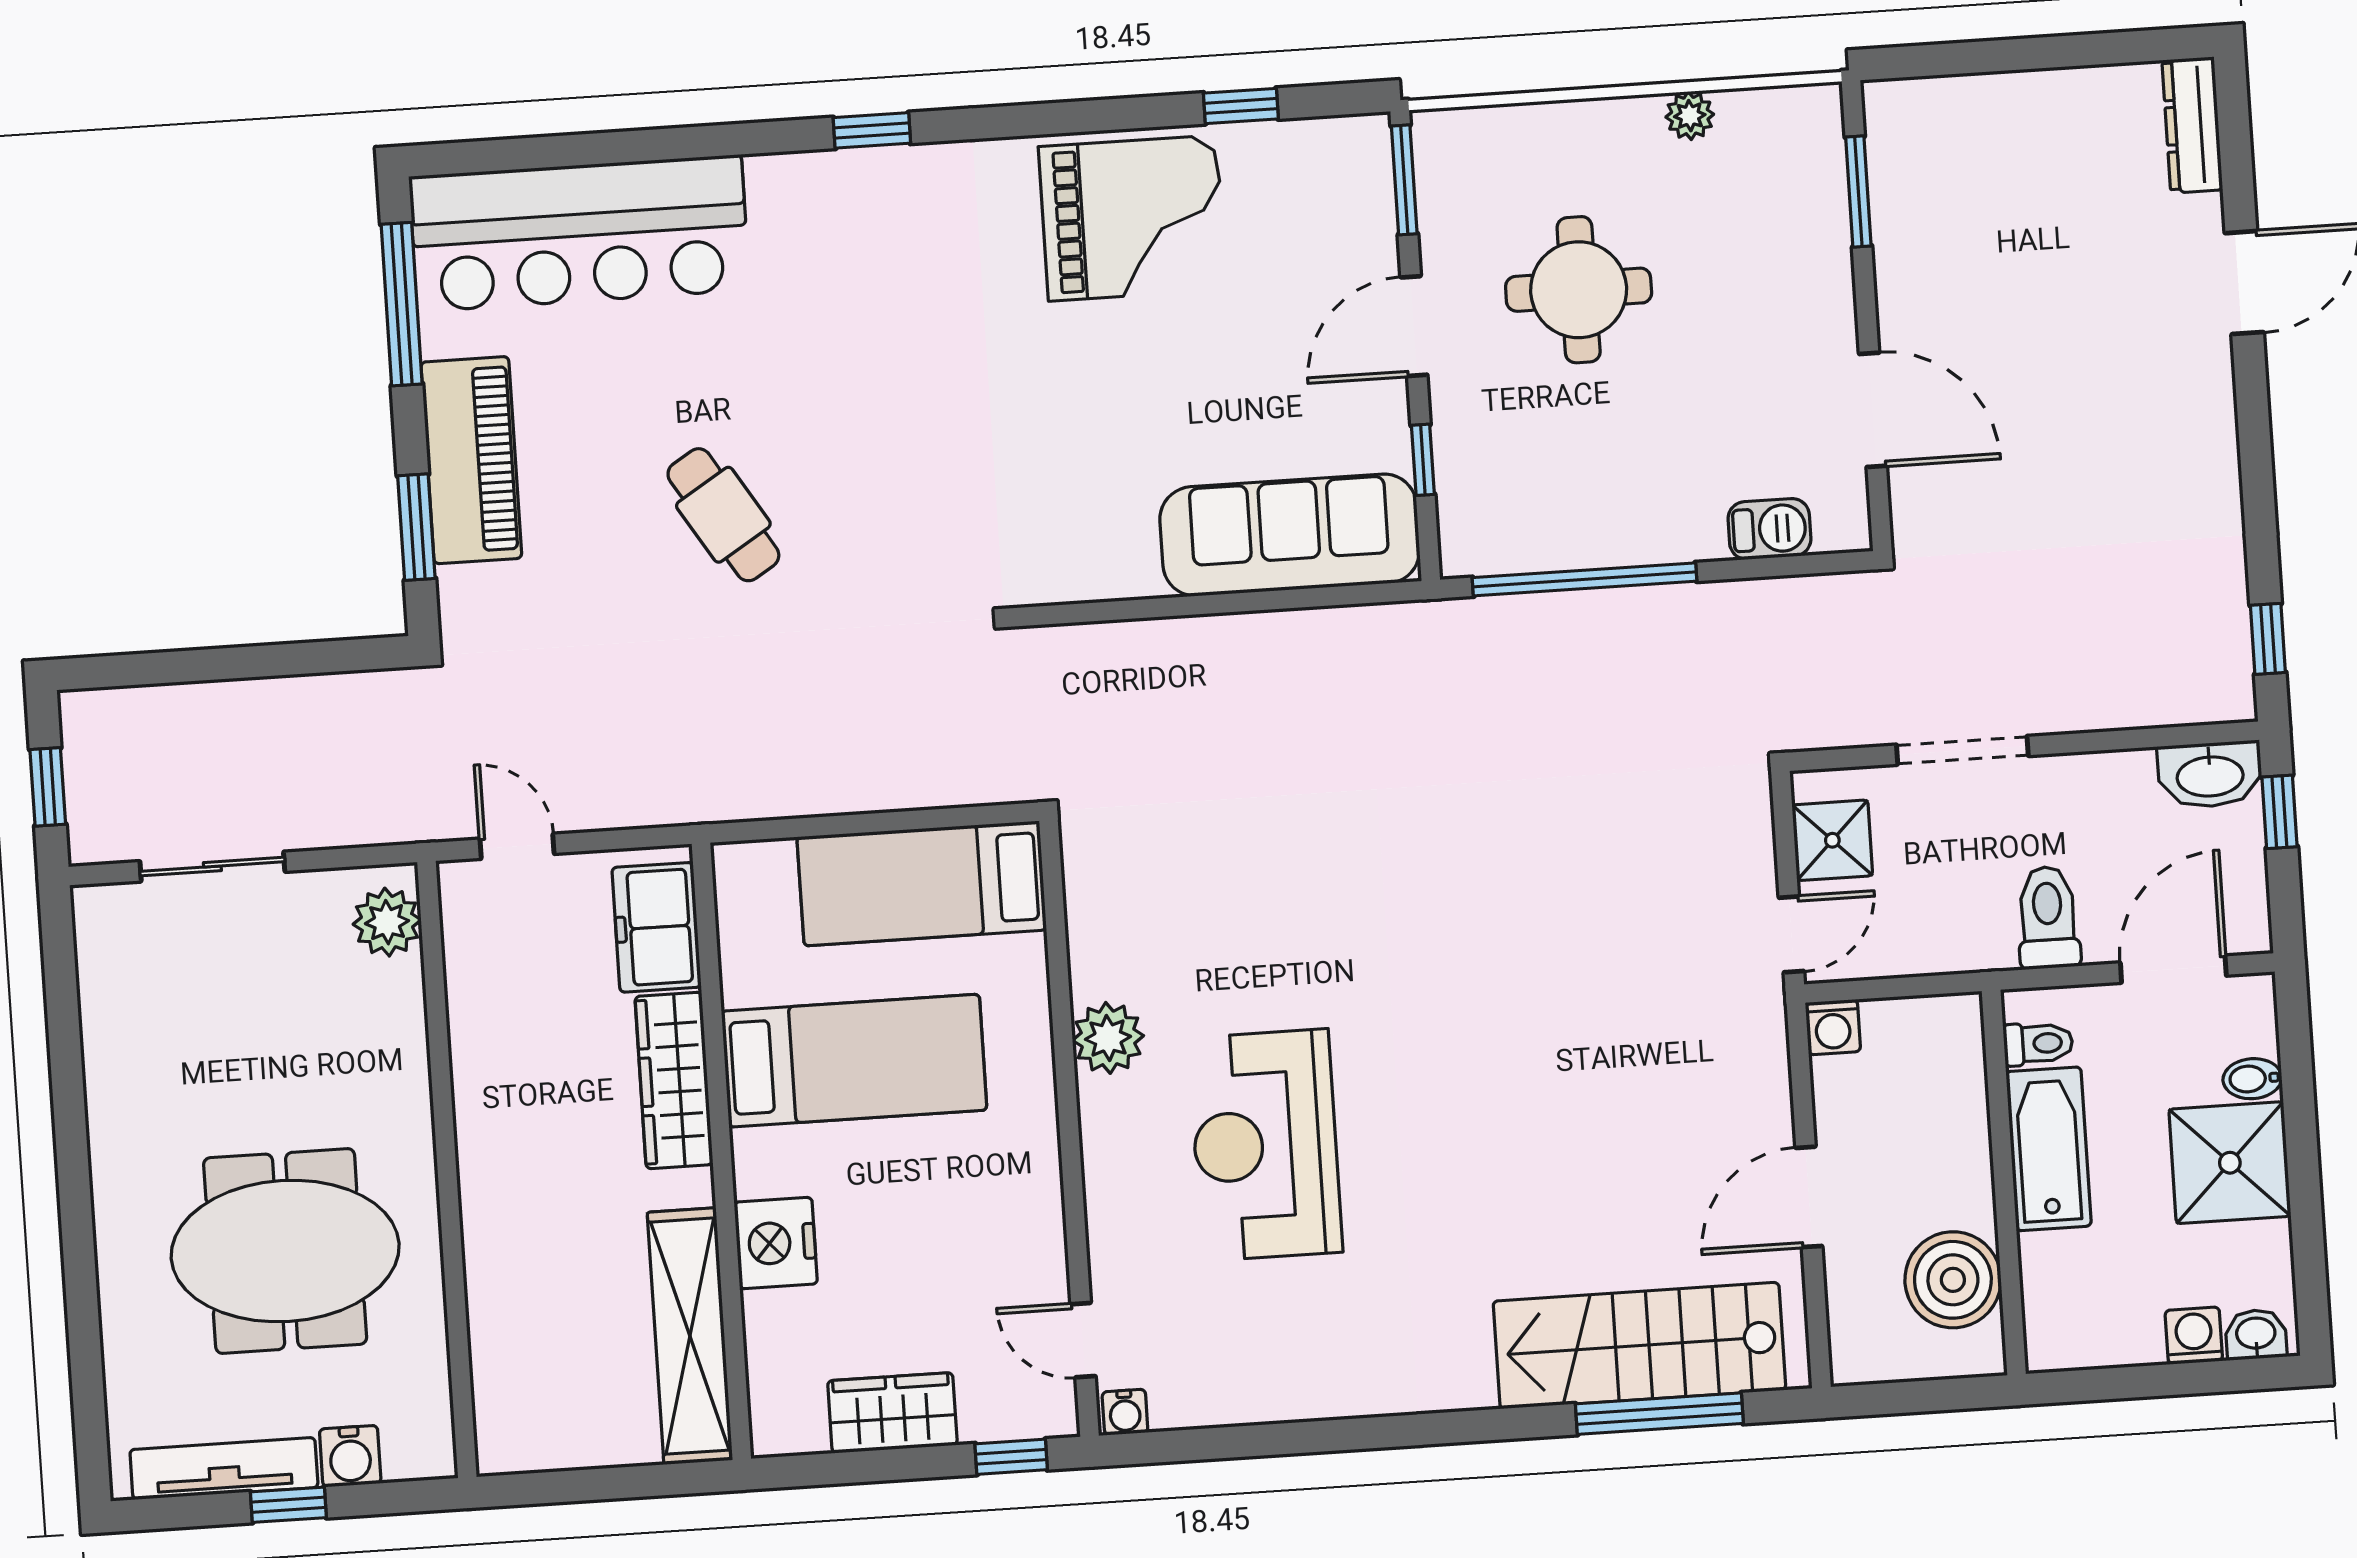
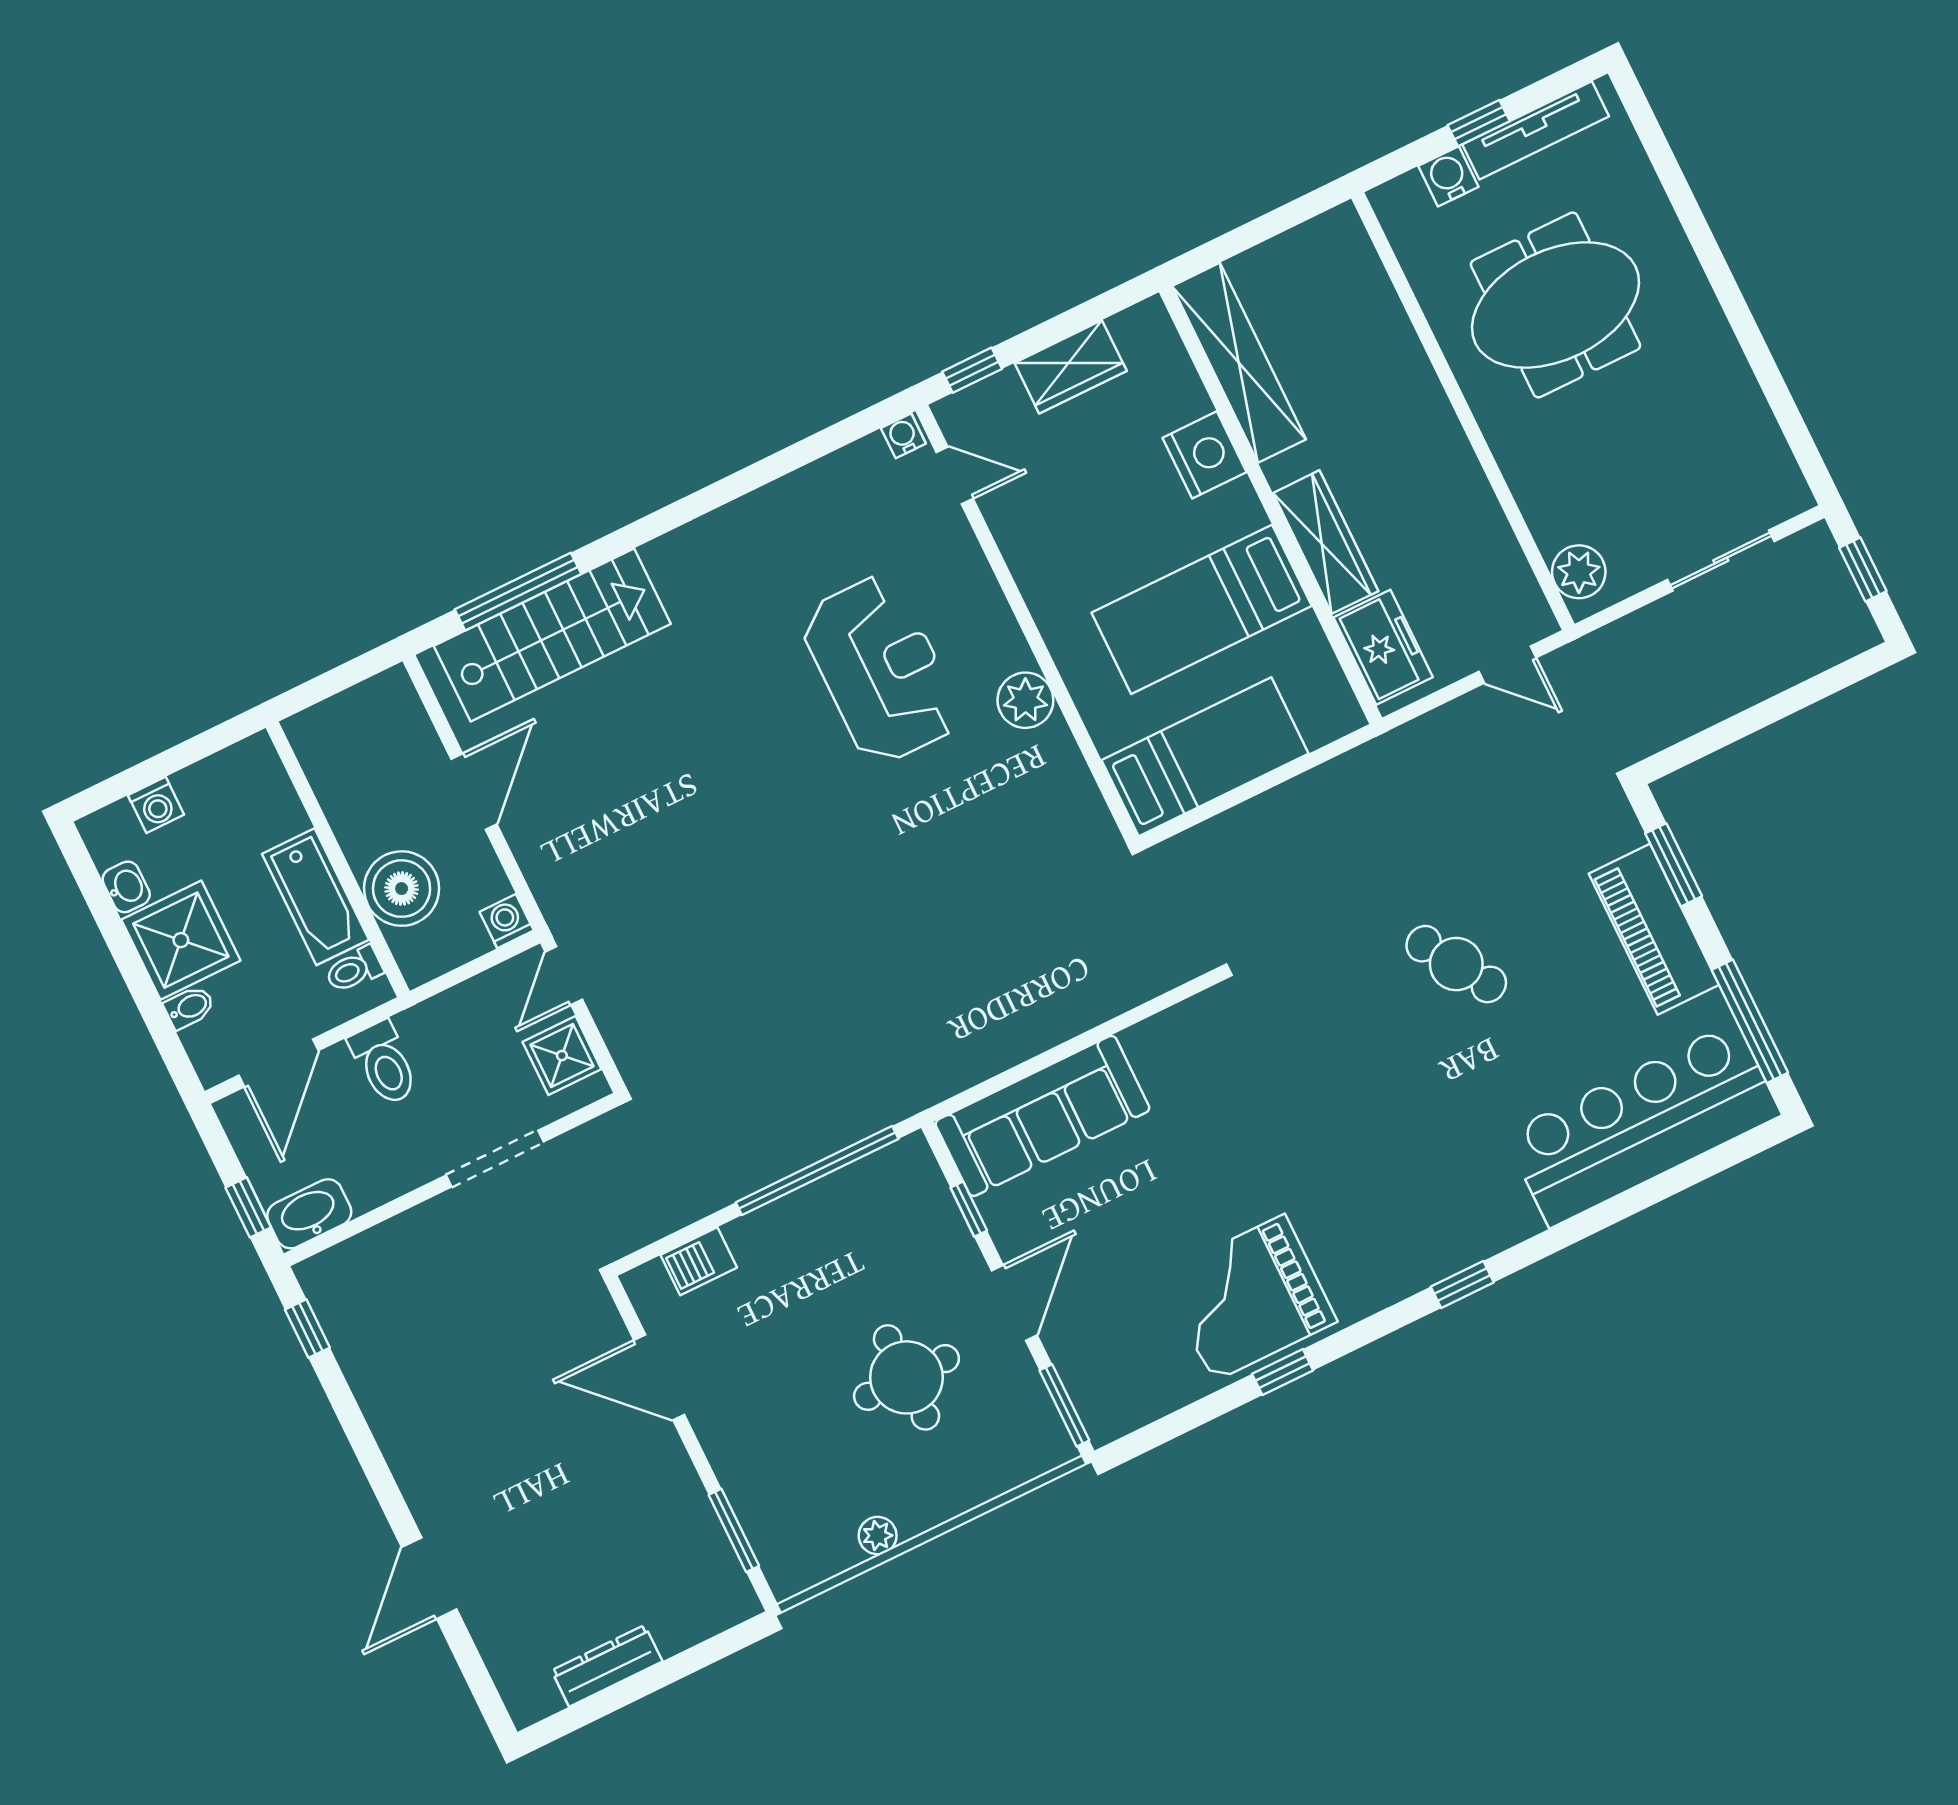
window: (1241, 106) -> (1283, 1372), moved
dresser: (2192, 125) -> (607, 1666), moved, turned -90
boiler: (1953, 1280) -> (402, 889), moved
washbasin: (2256, 1334) -> (126, 887), moved, turned -90

